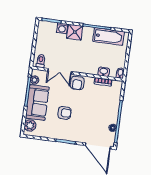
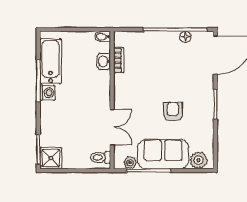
washing machine: (62, 28) -> (47, 93), moved
shower: (75, 32) -> (51, 158), moved
armchair: (77, 83) -> (126, 99), removed

